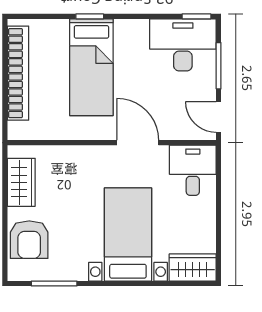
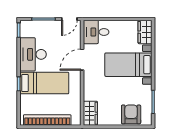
desk: (183, 45) -> (33, 54), moved
wardrobe: (21, 182) -> (90, 113), moved, turned 90
armchair: (29, 240) -> (131, 114), turned -90

